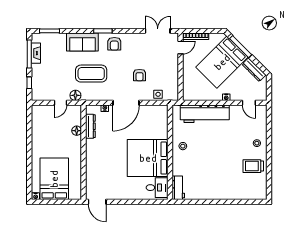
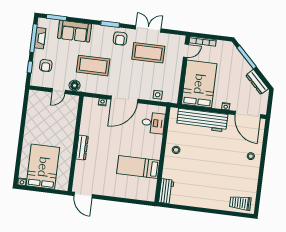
double door: (158, 31) -> (148, 29), moved
sofa: (82, 42) -> (75, 31), moved
coffee table: (144, 54) -> (148, 53), added
bed: (222, 62) -> (199, 84), moved, turned 135
armchair: (140, 75) -> (46, 66), moved
door: (249, 103) -> (248, 115), width x1.88
dresser: (90, 126) -> (82, 148), moved
floor lamp: (77, 131) -> (71, 121), removed
bed: (148, 158) -> (138, 167), width x0.49
trolley: (253, 166) -> (240, 203), moved
desk: (157, 188) -> (153, 123), moved

